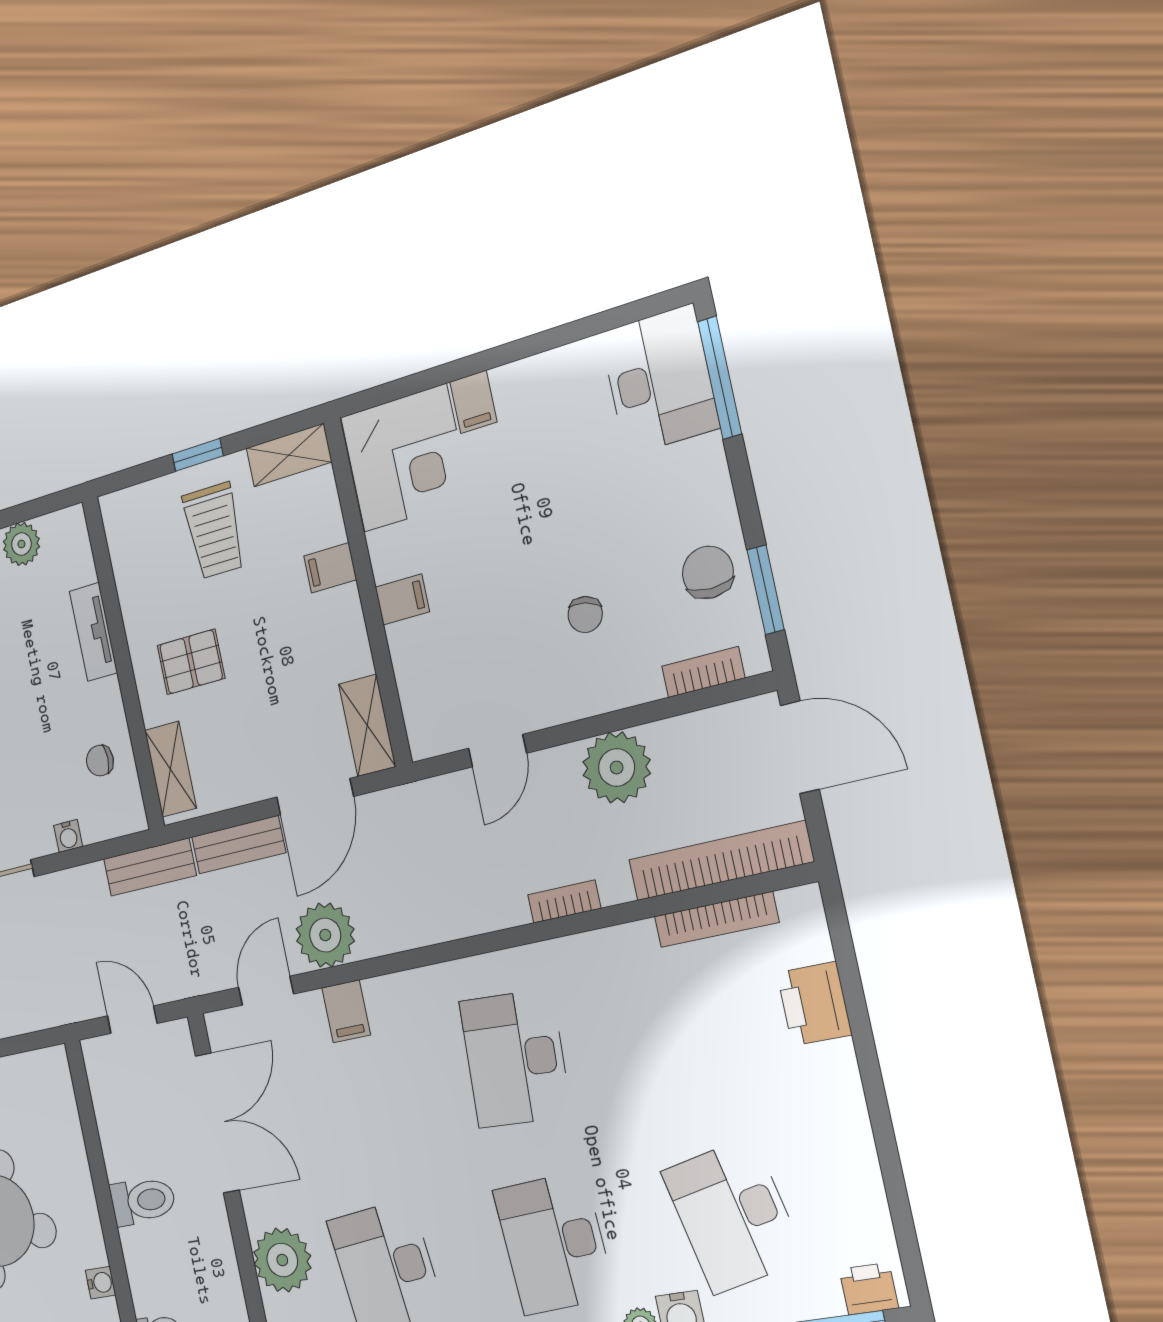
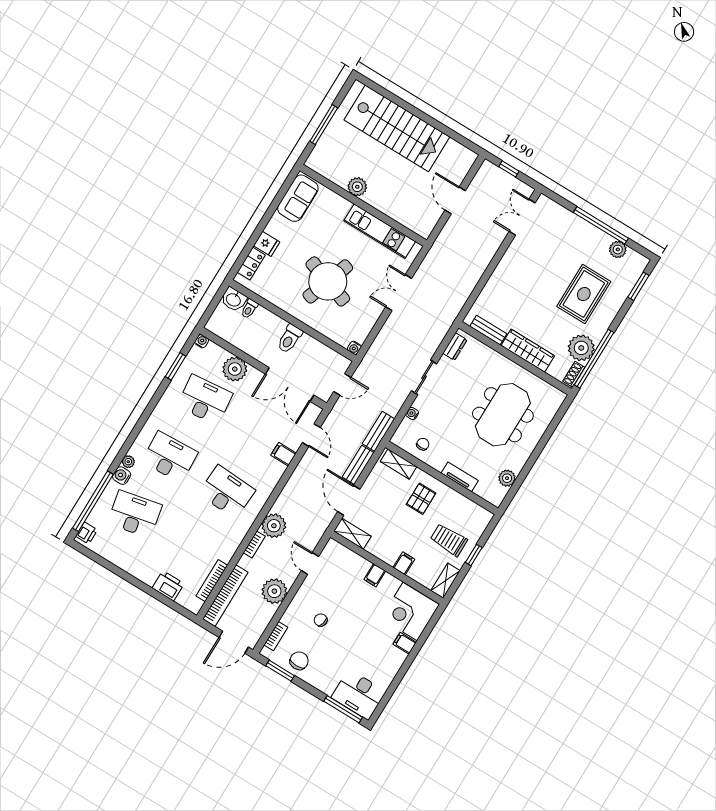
chair: (708, 572) -> (299, 661), turned -90
plant: (325, 935) -> (274, 526), moved
water cooler: (101, 1283) -> (354, 348), moved

